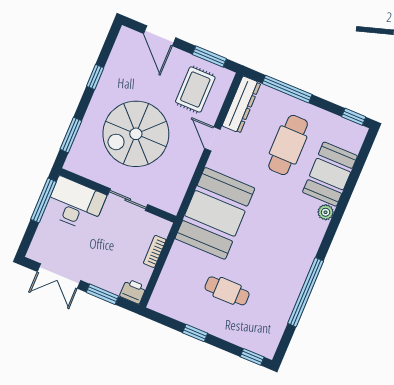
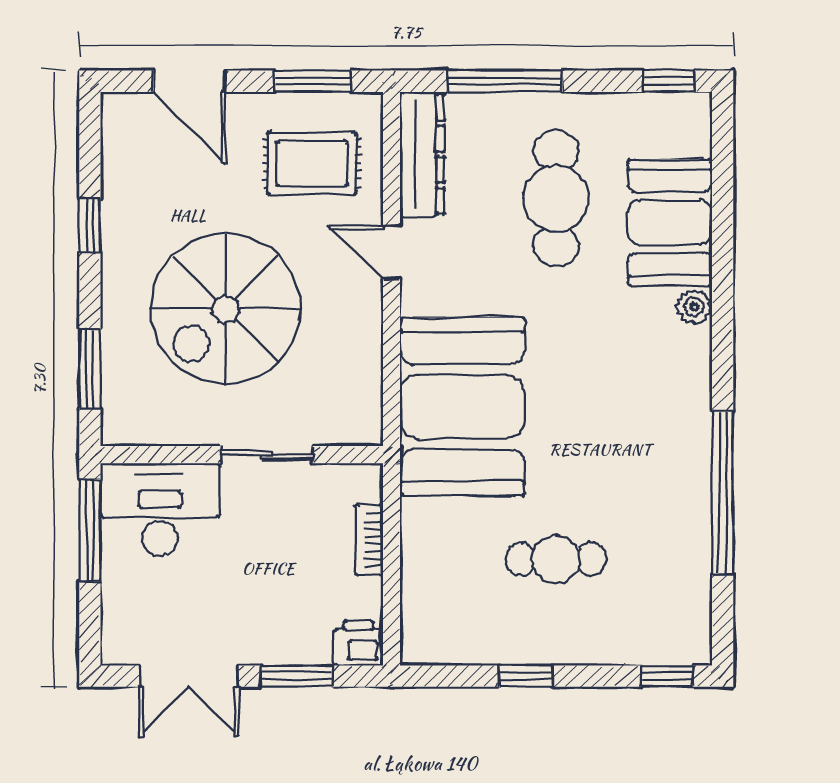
rug: (195, 90) -> (312, 163), turned 90

